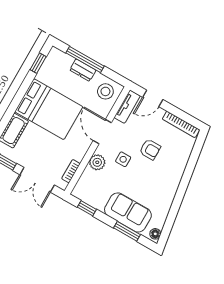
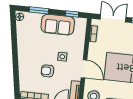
plant: (97, 162) -> (78, 47), removed
sofa: (128, 212) -> (58, 25), moved

